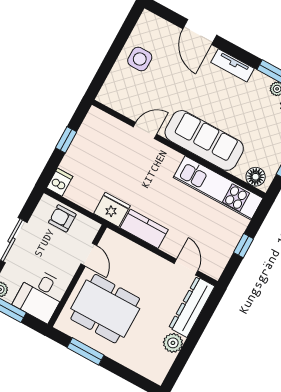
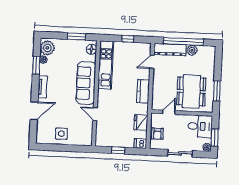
fridge: (112, 210) -> (141, 122), moved
window: (194, 336) -> (183, 41), added

